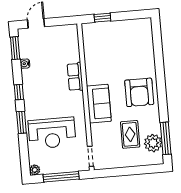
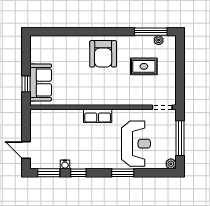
row of seats: (75, 77) -> (98, 116), moved
window: (19, 92) -> (78, 173), moved
armchair: (139, 92) -> (103, 54), turned 90
sofa: (99, 104) -> (41, 82), moved, turned 90
plant: (153, 143) -> (159, 40), width x0.53, depth x0.53

